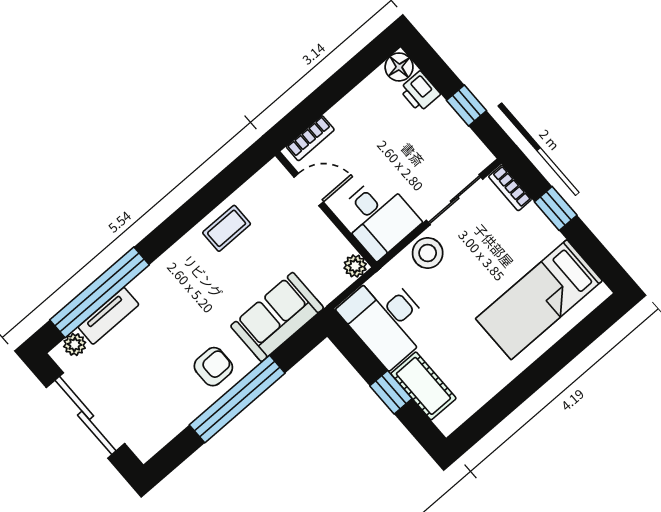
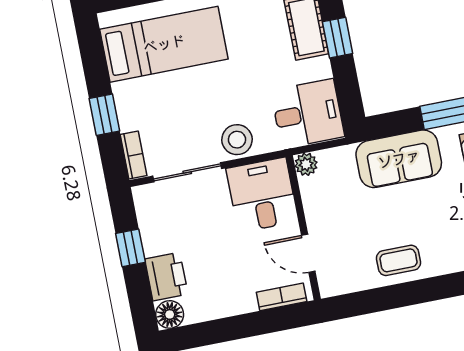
printer: (420, 92) -> (166, 277), width x1.36, depth x1.24
desk: (386, 319) -> (308, 114), width x0.73

